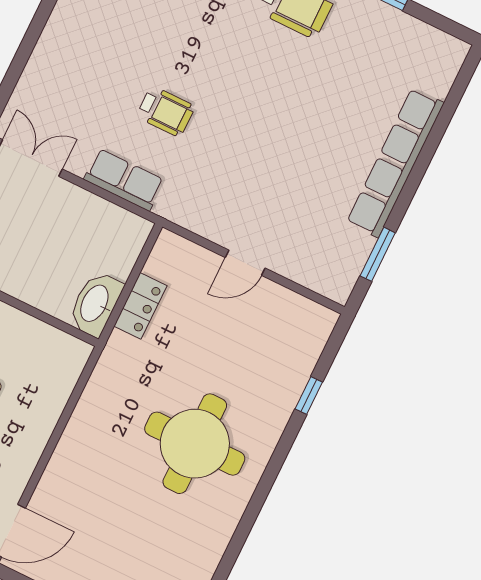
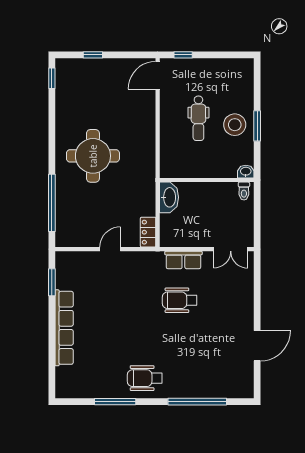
wheelchair: (166, 111) -> (180, 300), width x1.36, depth x1.37
locker: (140, 306) -> (148, 232), moved
window: (309, 395) -> (52, 203), width x3.17

